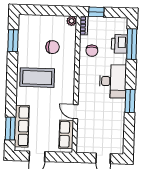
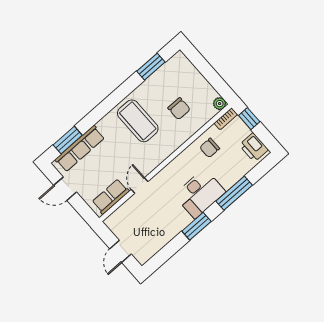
printer: (119, 44) -> (254, 147), moved, turned -90
window: (132, 44) -> (234, 193), moved

